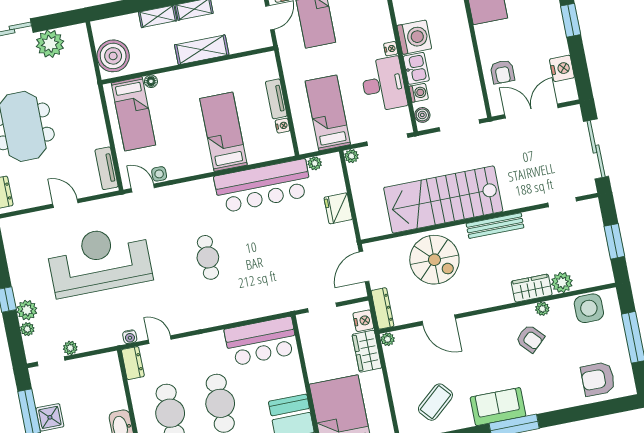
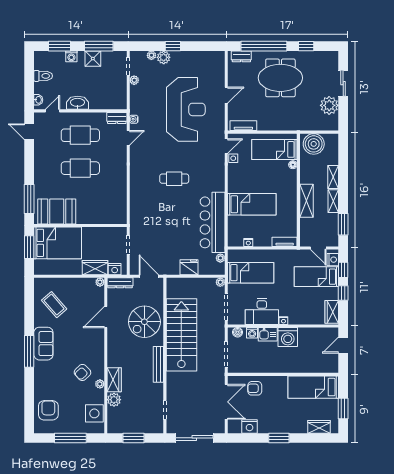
tv unit: (276, 99) -> (285, 242), moved
bar counter: (261, 341) -> (114, 202), removed

